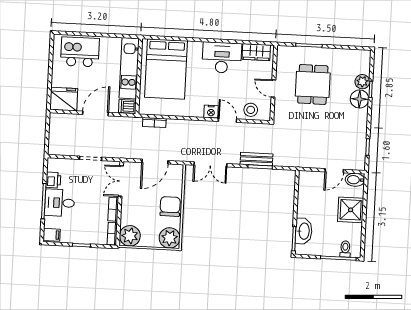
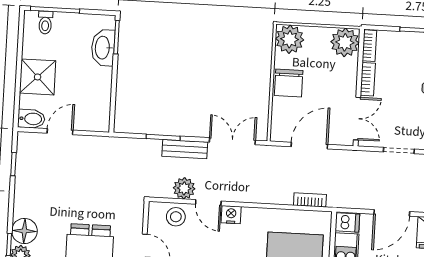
plant: (245, 130) -> (184, 188), added
bench: (256, 159) -> (185, 149), moved

